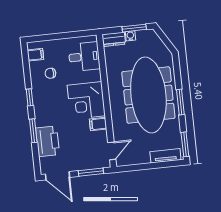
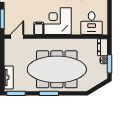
door: (112, 151) -> (17, 37), swing flipped

